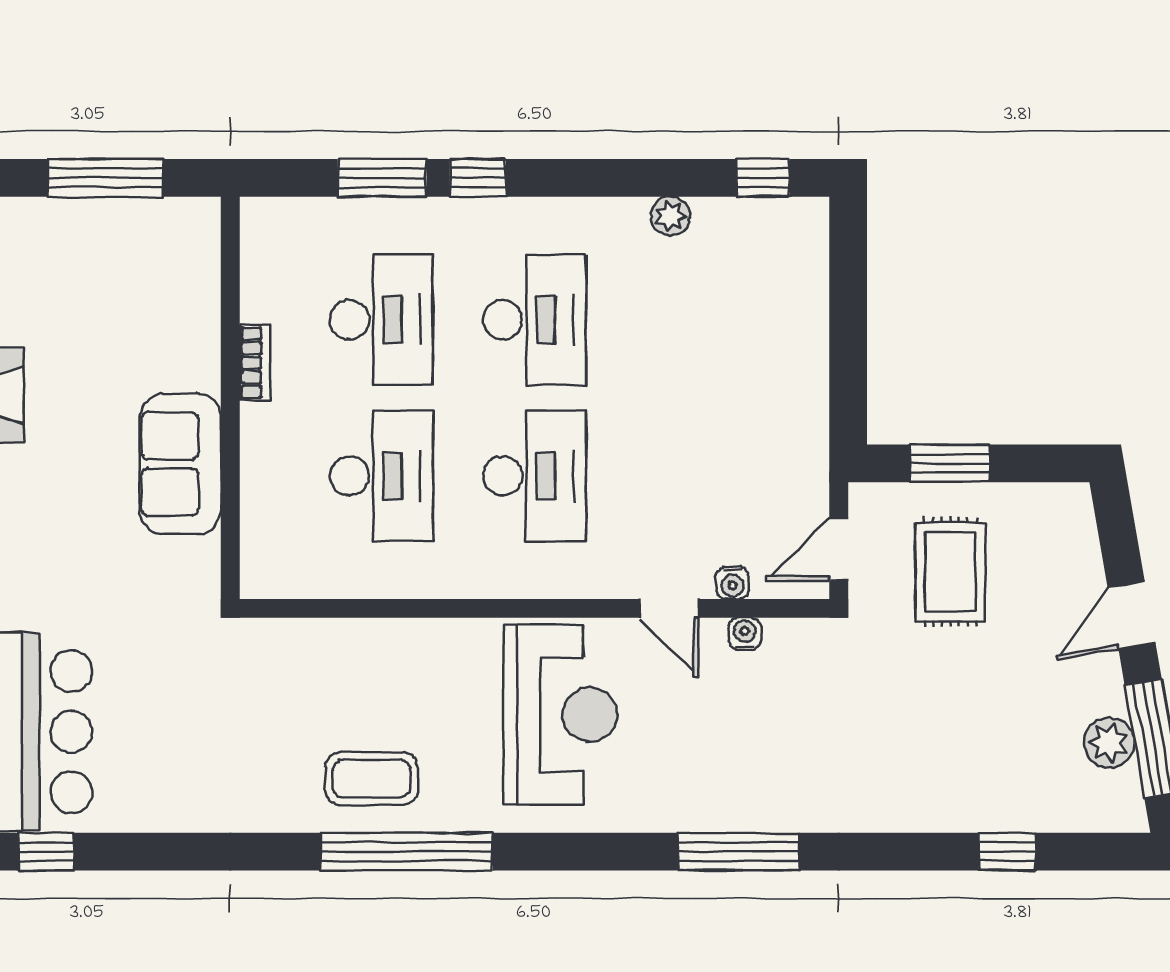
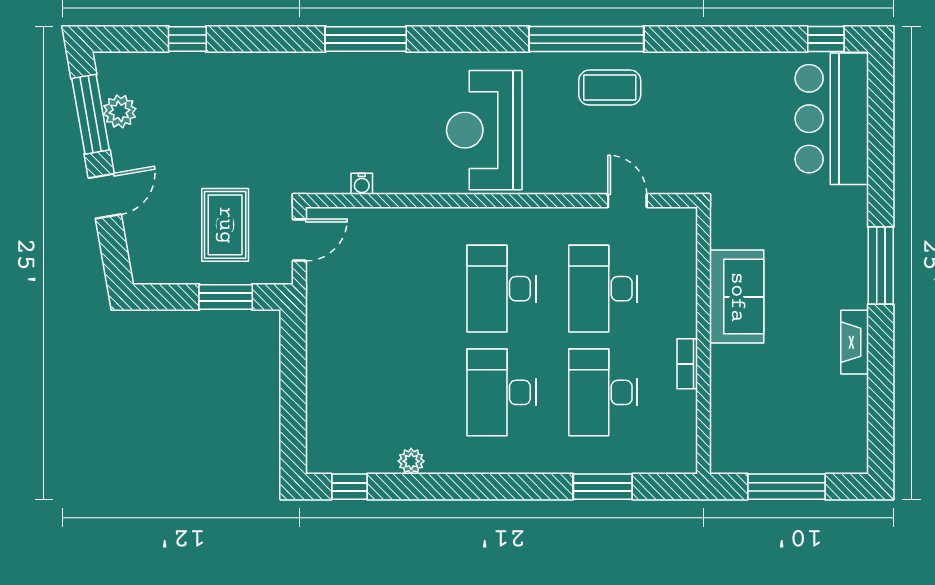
window: (478, 178) -> (539, 487), removed
water cooler: (732, 583) -> (370, 218), removed
door: (669, 608) -> (627, 201), moved

